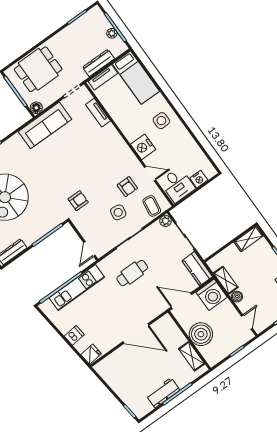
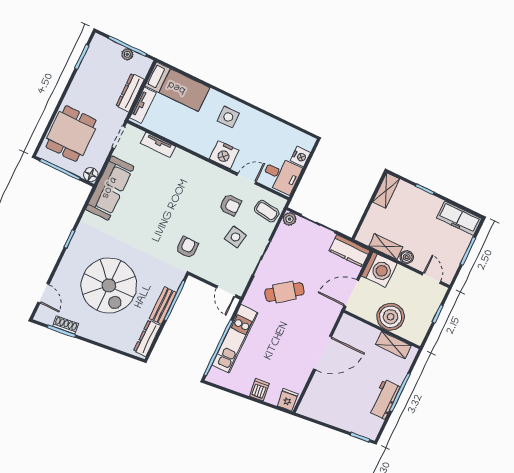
bench: (37, 234) -> (163, 305), added
cafe table: (132, 273) -> (284, 292), turned 53

